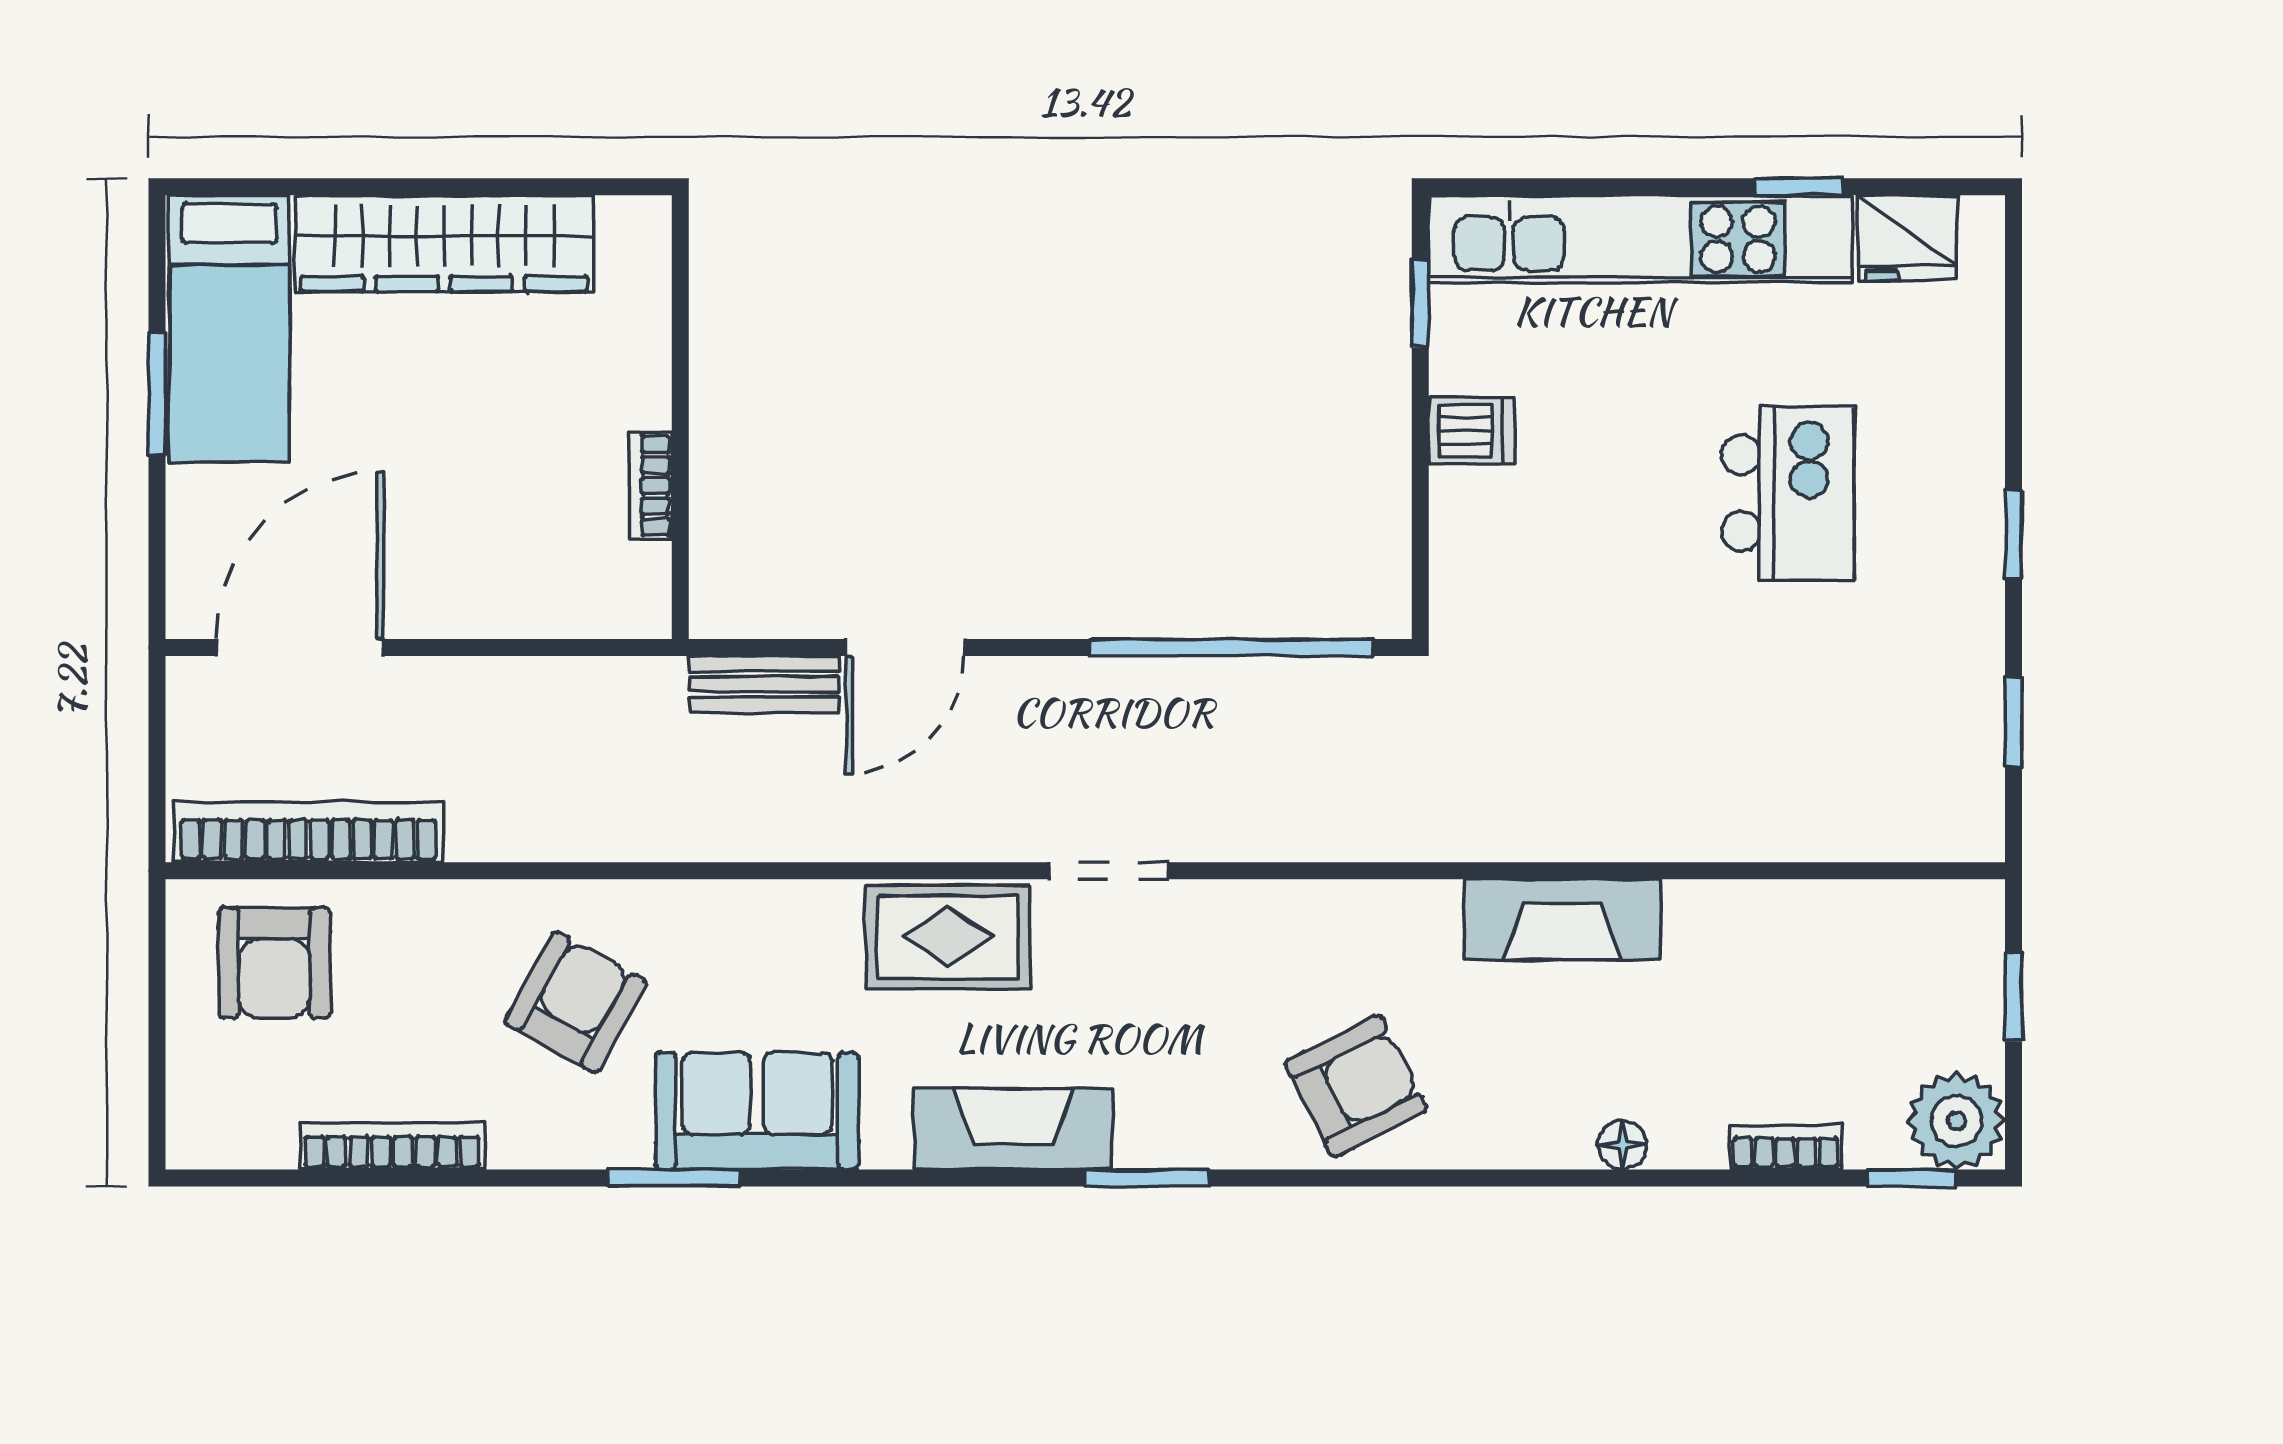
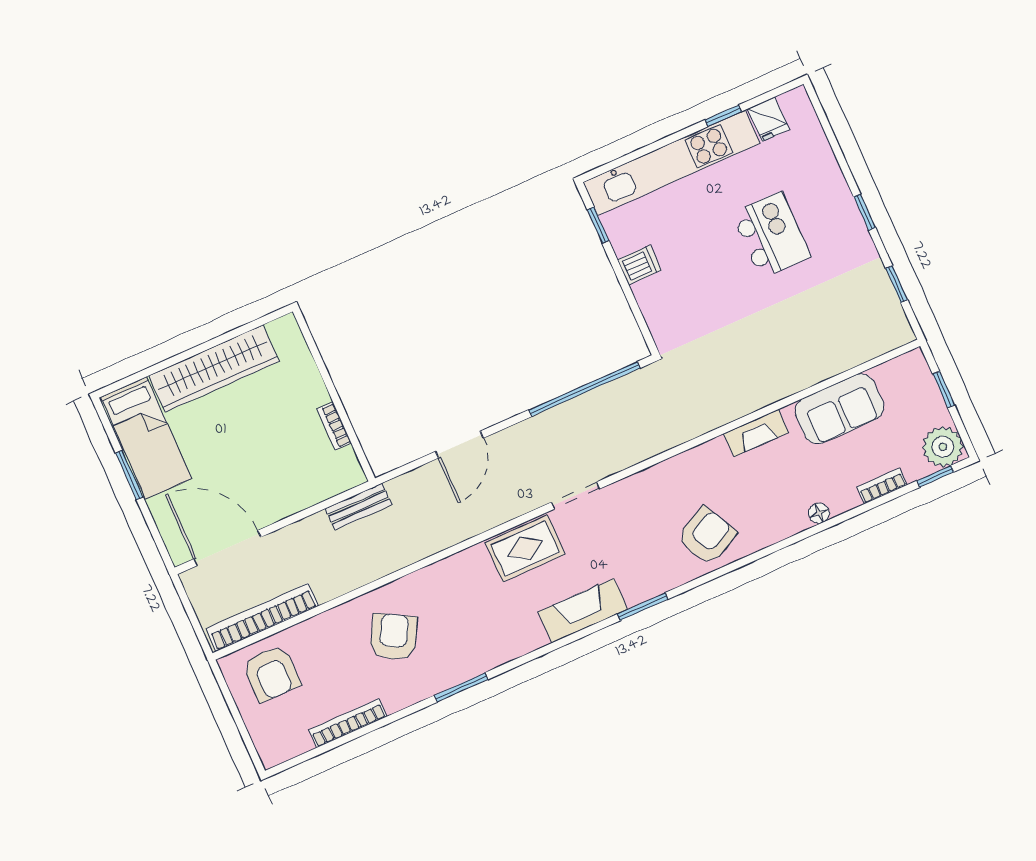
fridge: (1908, 238) -> (768, 119), width x0.72
door: (300, 647) -> (227, 548), hinge flipped
bench: (764, 684) -> (359, 507), moved
fireplace: (1563, 920) -> (756, 433), width x0.73, depth x0.76
sofa: (757, 1111) -> (839, 409), moved, turned 180

